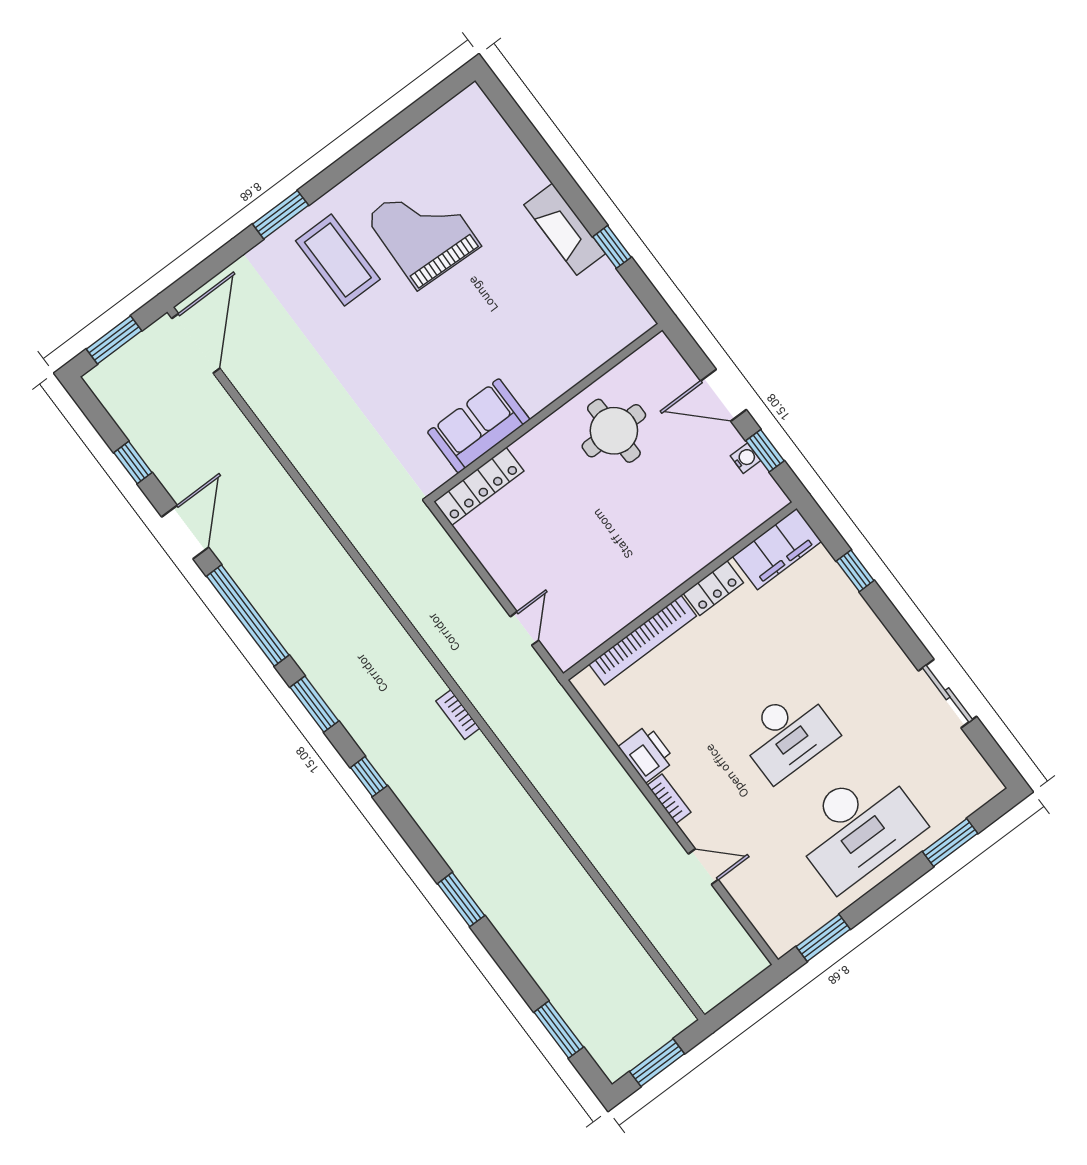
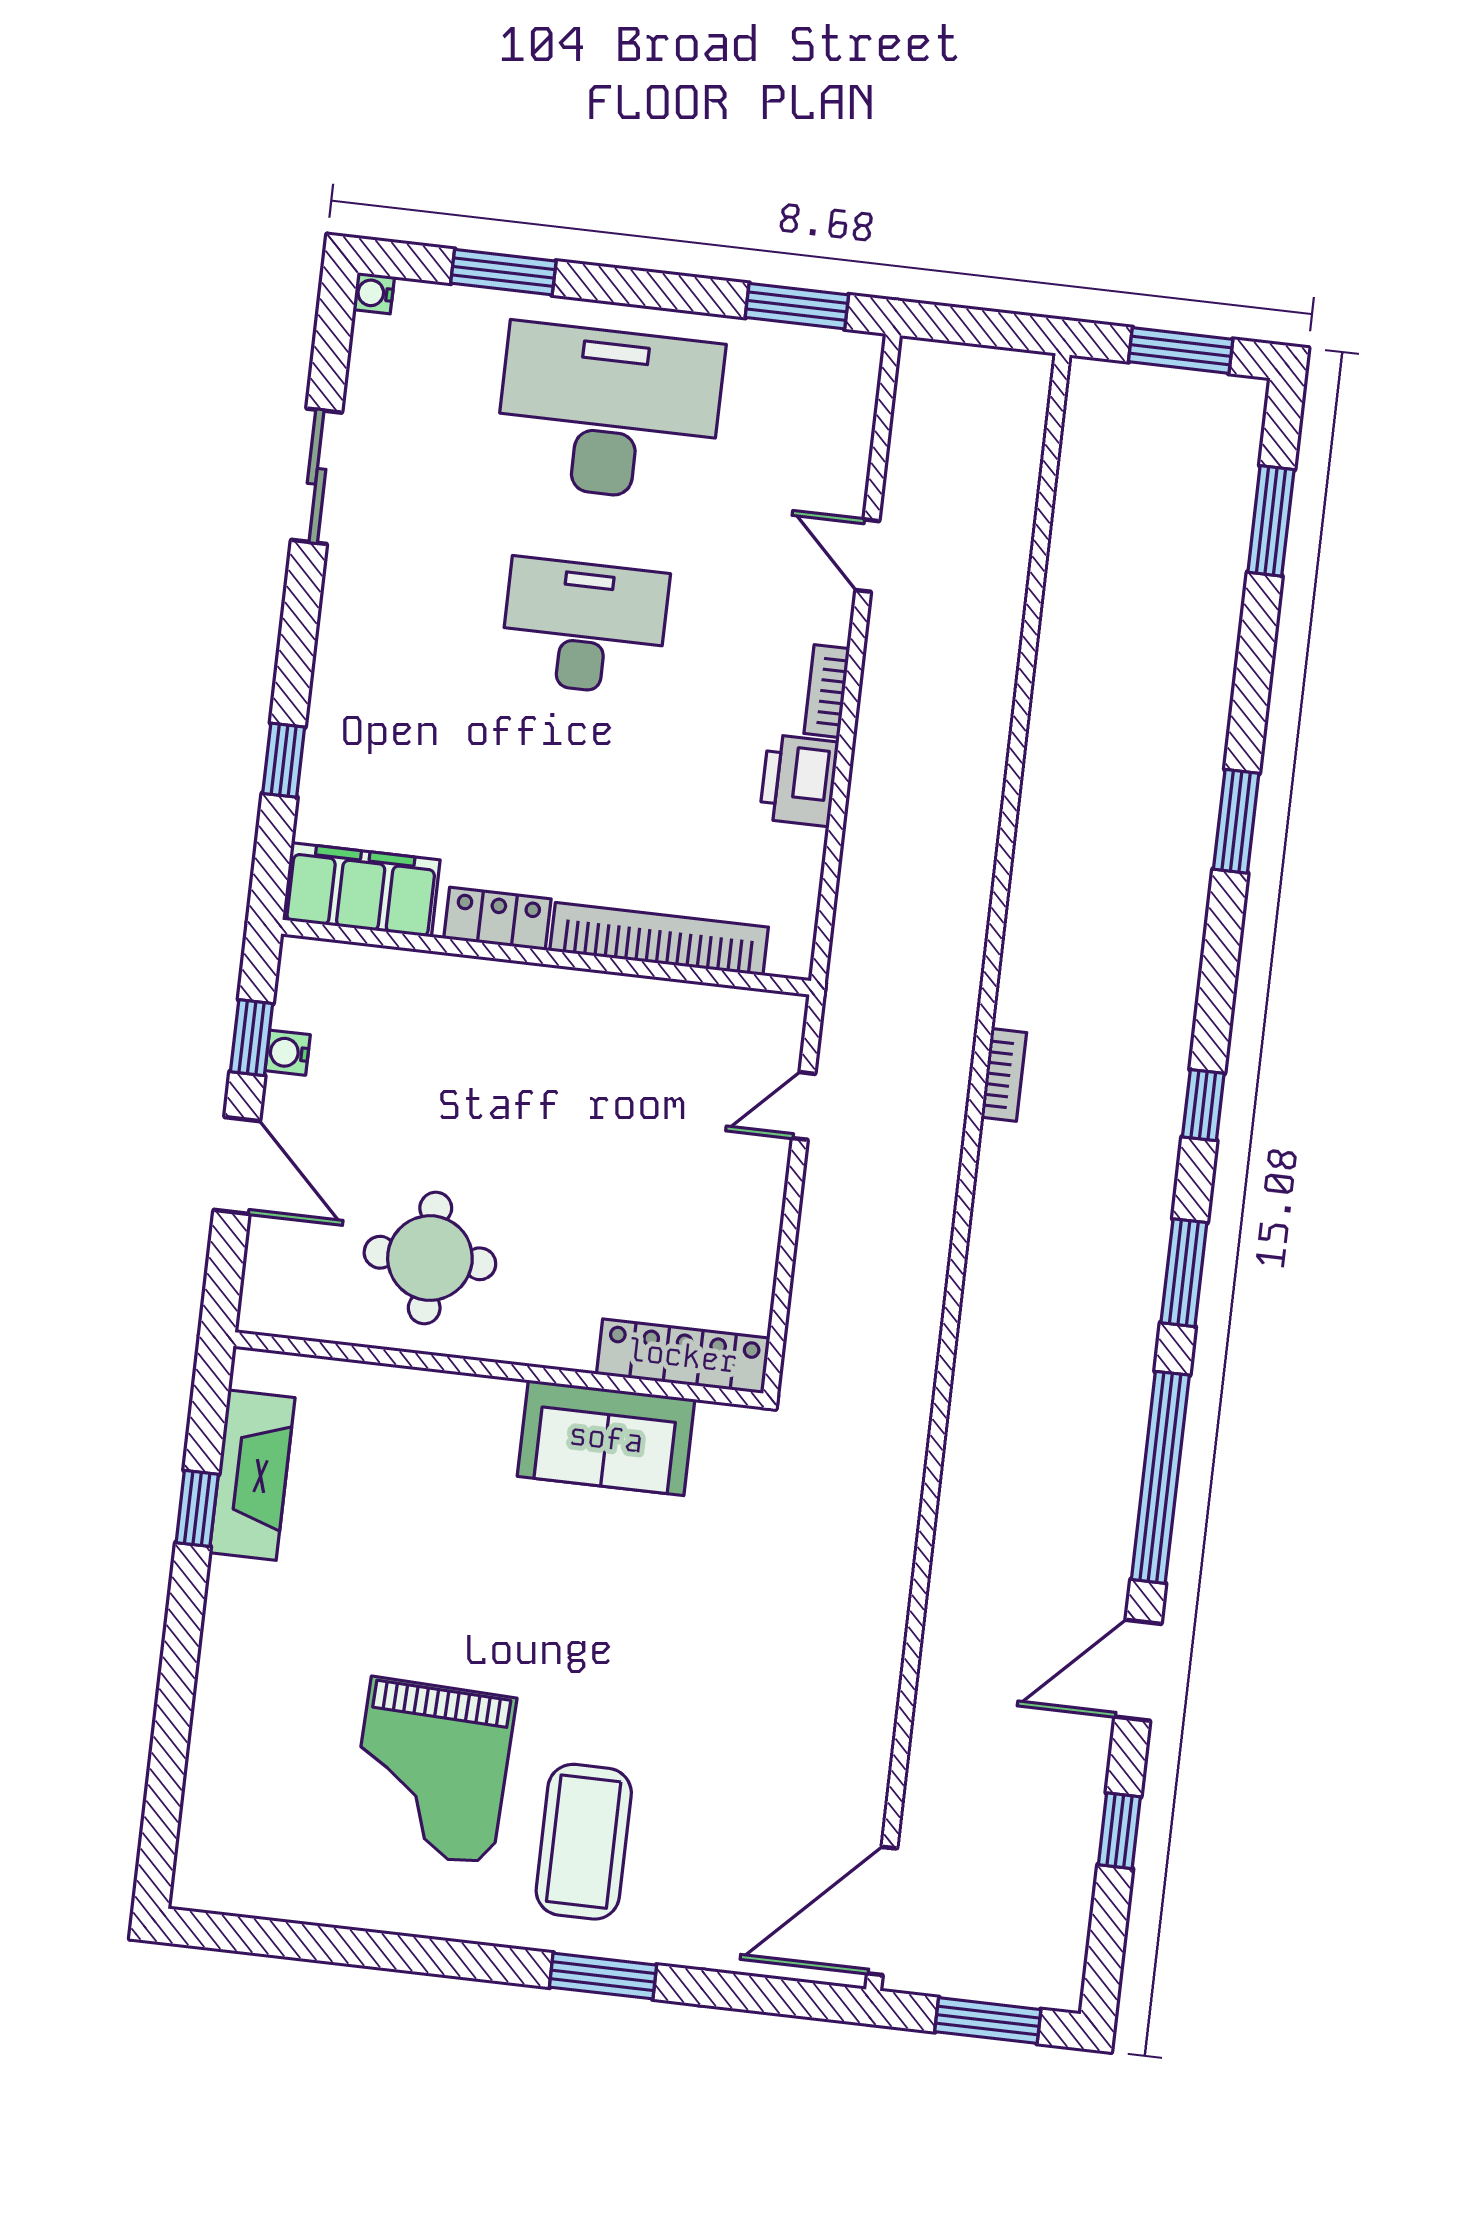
fireplace: (565, 229) -> (252, 1475), moved
water cooler: (993, 786) -> (374, 293), added

